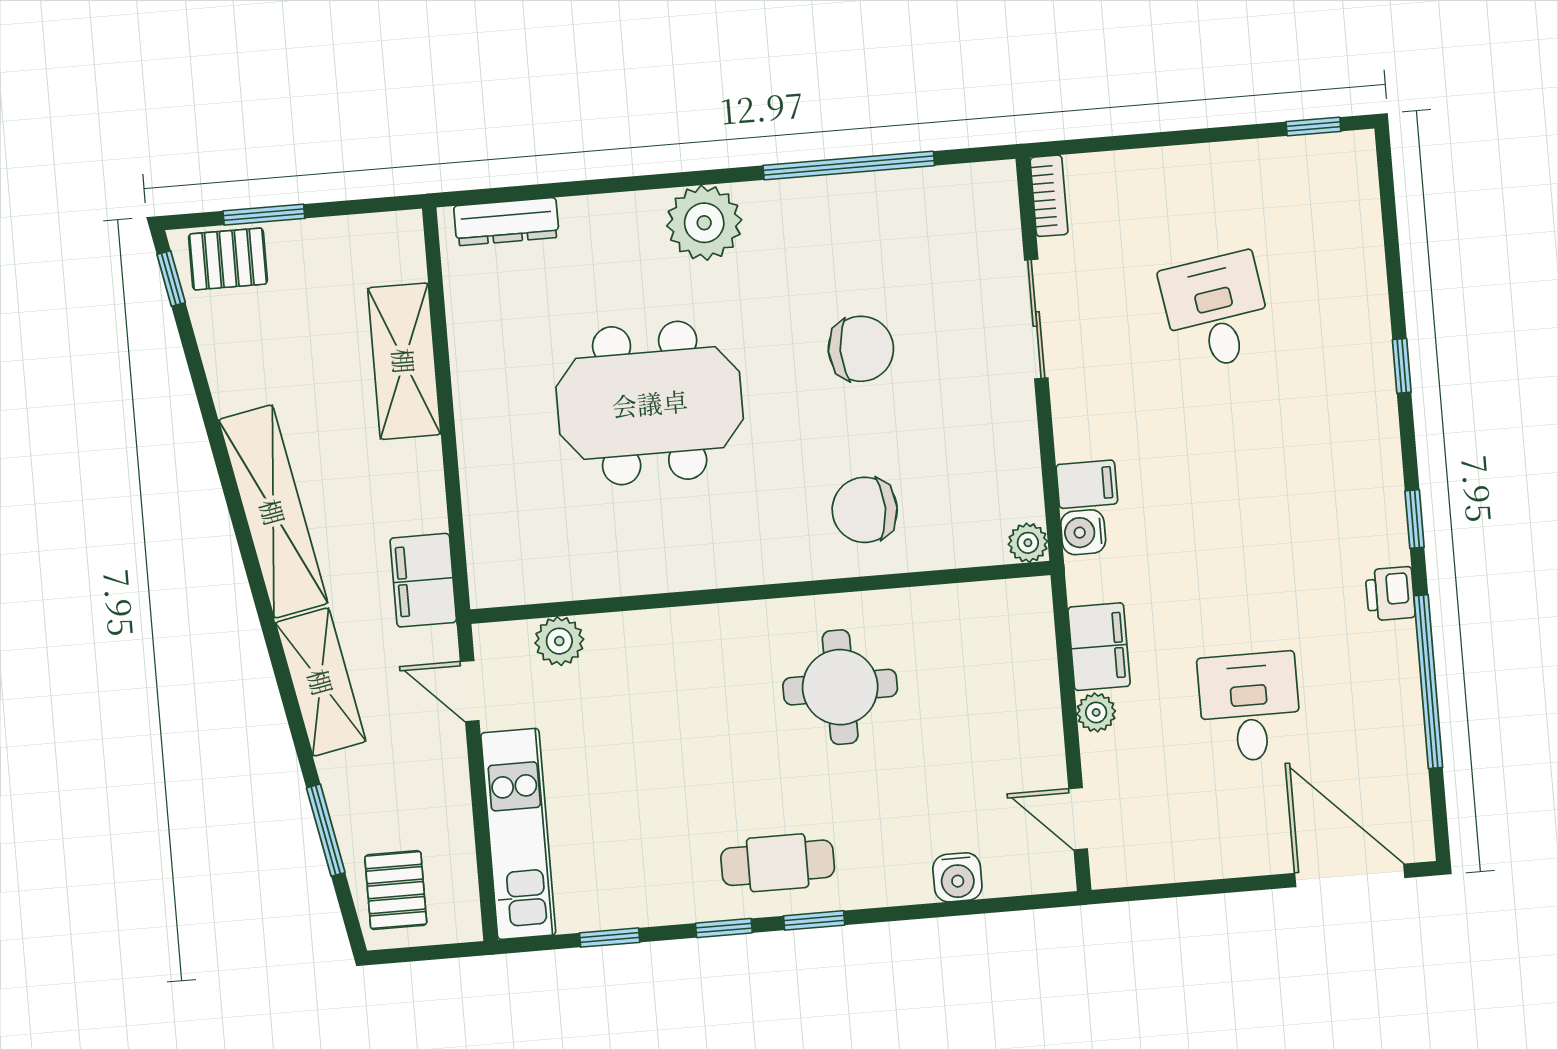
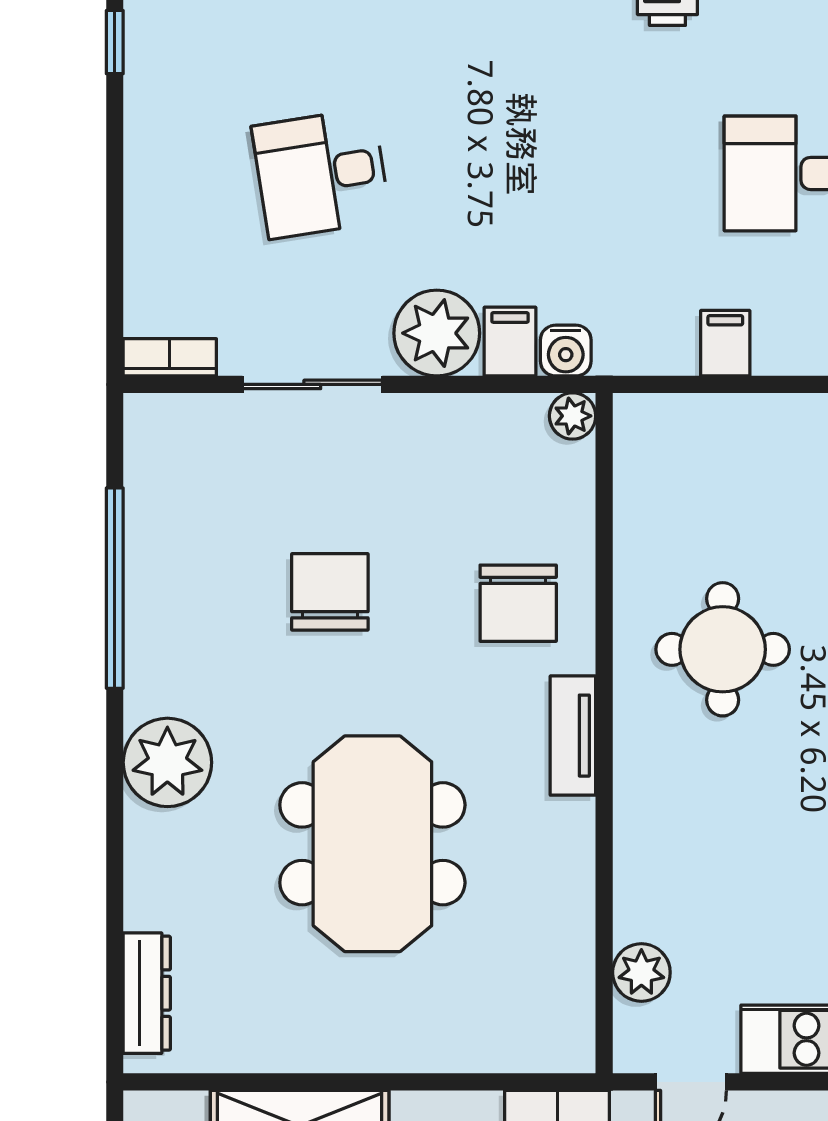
tv unit: (756, 566) -> (573, 736), added
filing cabinet: (1099, 647) -> (725, 343), width x0.50
plant: (1096, 712) -> (437, 333), moved, width x1.88, depth x1.88

